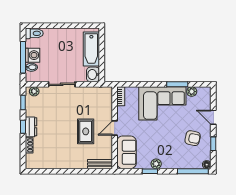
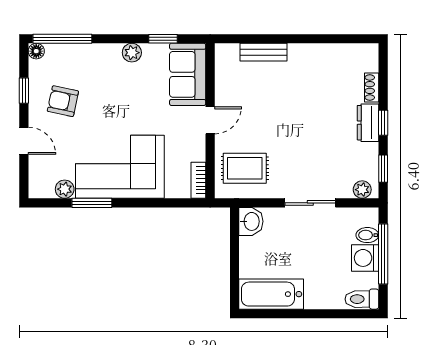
bathtub: (91, 49) -> (271, 294), moved, turned -90
rug: (86, 131) -> (245, 168), moved, turned 90
bench: (100, 164) -> (264, 52), moved
window: (150, 171) -> (163, 39), moved

